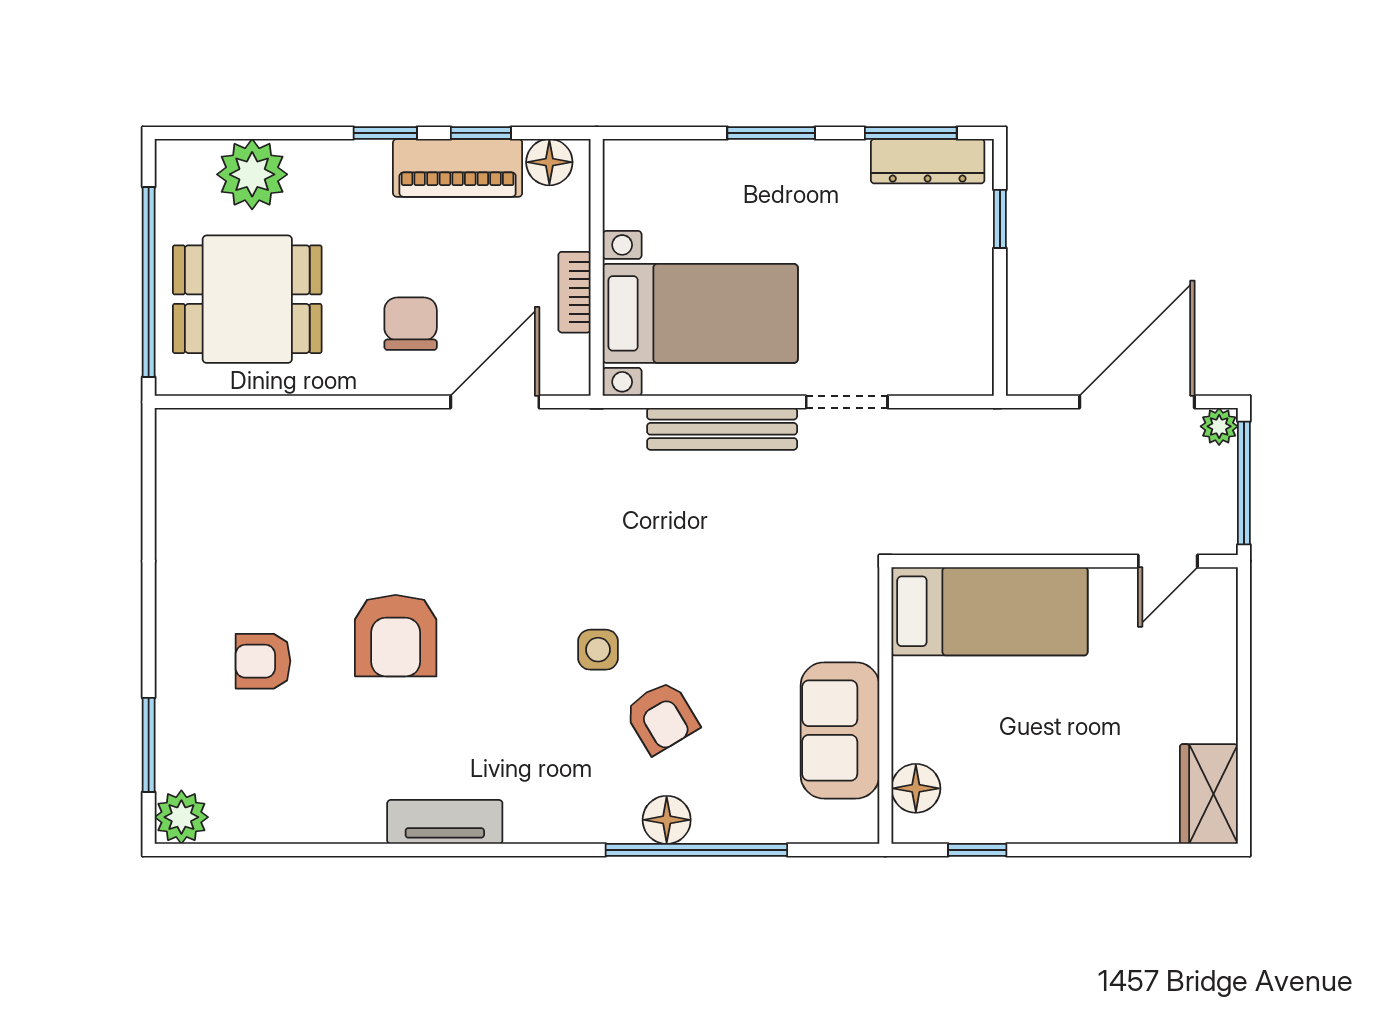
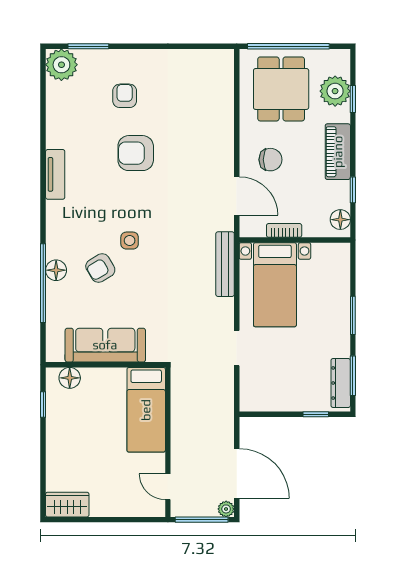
window: (385, 133) -> (353, 99), moved
piano: (458, 168) -> (338, 152), moved
bench: (722, 429) -> (225, 264), moved
sofa: (840, 730) -> (105, 345), width x1.36
plant: (181, 817) -> (61, 65), width x1.36, depth x1.36

